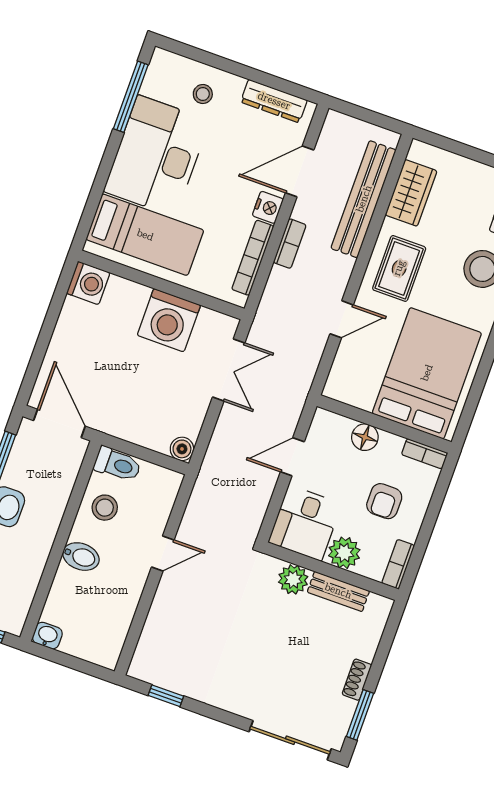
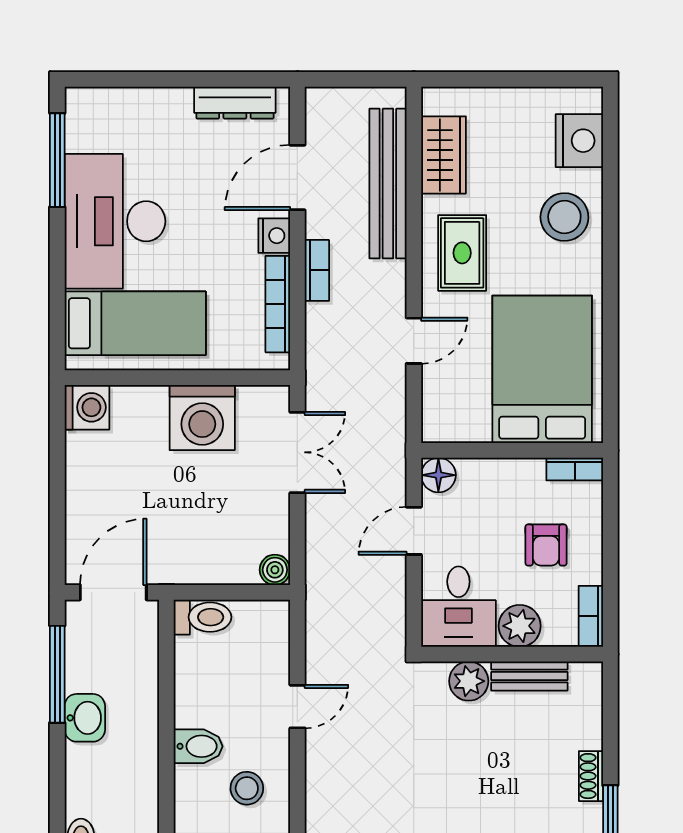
stool: (203, 94) -> (145, 125), removed
door: (59, 423) -> (113, 592), hinge flipped
floor lamp: (365, 437) -> (438, 475), moved
stool: (105, 508) -> (247, 788), moved

